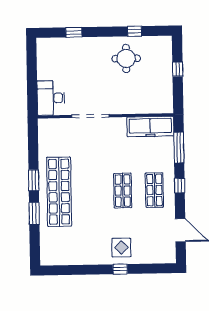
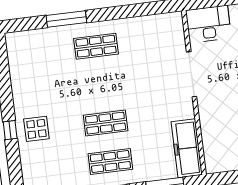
window: (34, 180) -> (106, 14), removed
shop shelf: (59, 192) -> (96, 46), width x0.50, depth x0.74
window: (34, 214) -> (66, 19), width x1.44

